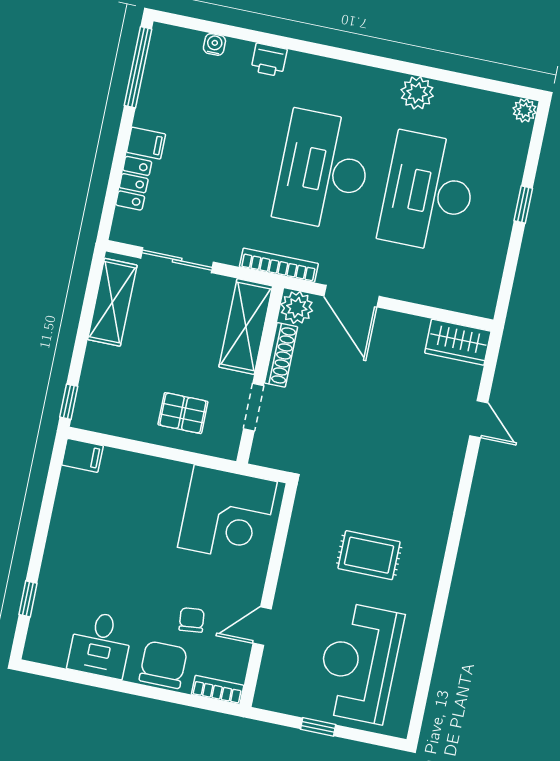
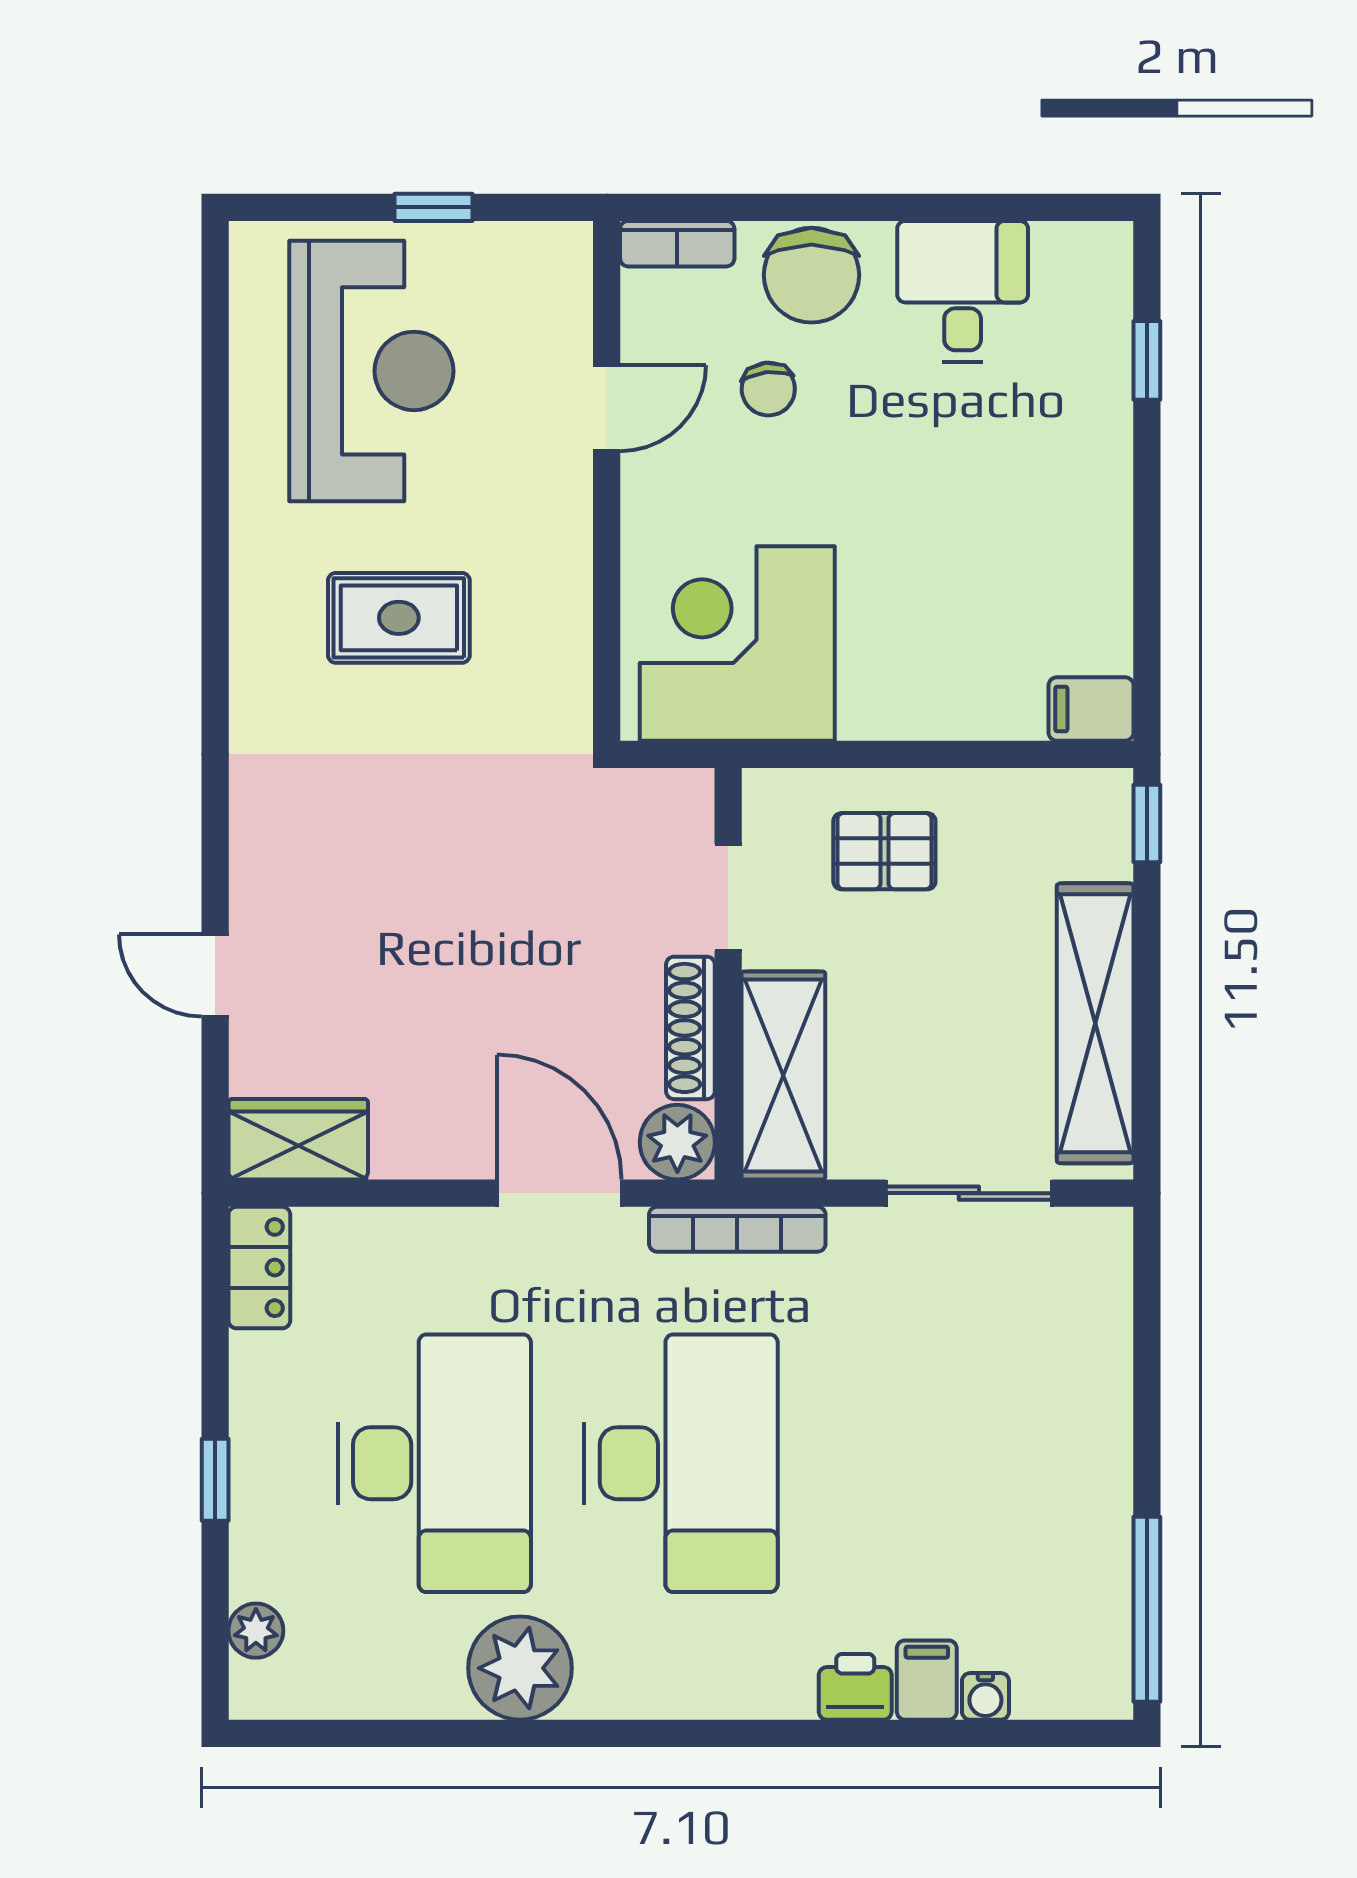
plant: (417, 93) -> (520, 1668), width x1.36, depth x1.36
plant: (525, 110) -> (256, 1631), moved
filing cabinet: (146, 143) -> (927, 1680), moved, turned 90
locker: (134, 183) -> (259, 1268), moved, turned 180
shelving: (112, 302) -> (1095, 1023), width x1.47

